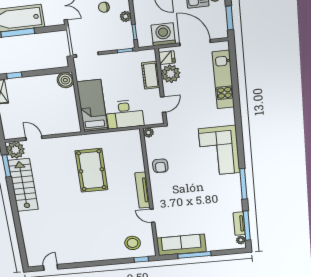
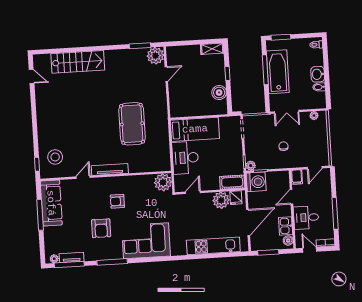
plant: (126, 16) -> (251, 166), moved
washing machine: (163, 34) -> (256, 182), moved
window: (14, 75) -> (227, 73), moved
cot: (151, 75) -> (232, 182), moved
boiler: (65, 80) -> (219, 93), moved
door: (163, 104) -> (193, 192), swing flipped
plant: (148, 132) -> (163, 182), width x1.87, depth x1.87
armchair: (160, 166) -> (117, 201), moved
pool table: (91, 170) -> (132, 124), turned 90
stairs: (23, 185) -> (78, 62), moved
armchair: (207, 196) -> (101, 228), added

